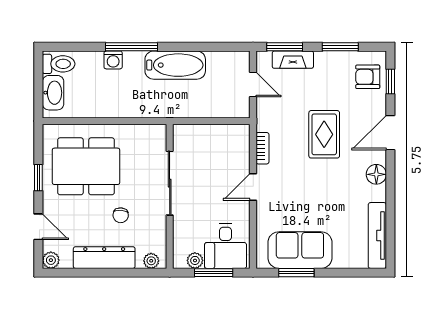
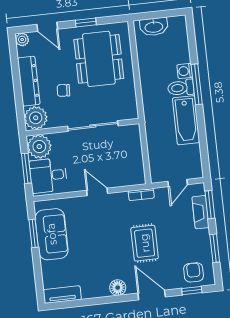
toilet: (59, 64) -> (181, 88), moved, turned 90
rug: (324, 134) -> (145, 243), turned 90
bookcase: (262, 148) -> (141, 195), moved
door: (38, 227) -> (47, 27), hinge flipped
tv unit: (377, 236) -> (62, 295), width x0.71
plant: (195, 260) -> (39, 147), width x1.88, depth x1.88
plant: (151, 261) -> (36, 118), width x1.88, depth x1.88

